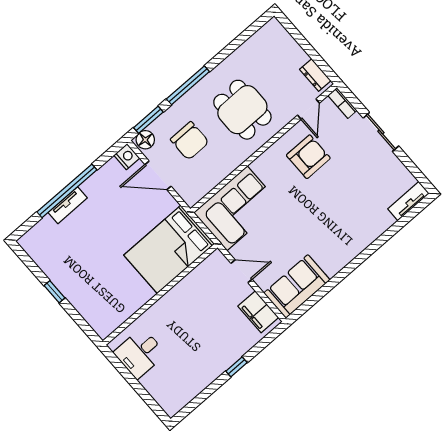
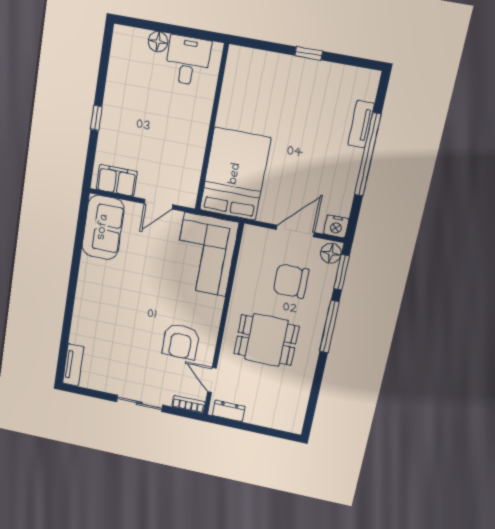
tv unit: (68, 205) -> (361, 124), moved
floor lamp: (150, 382) -> (158, 42), added

